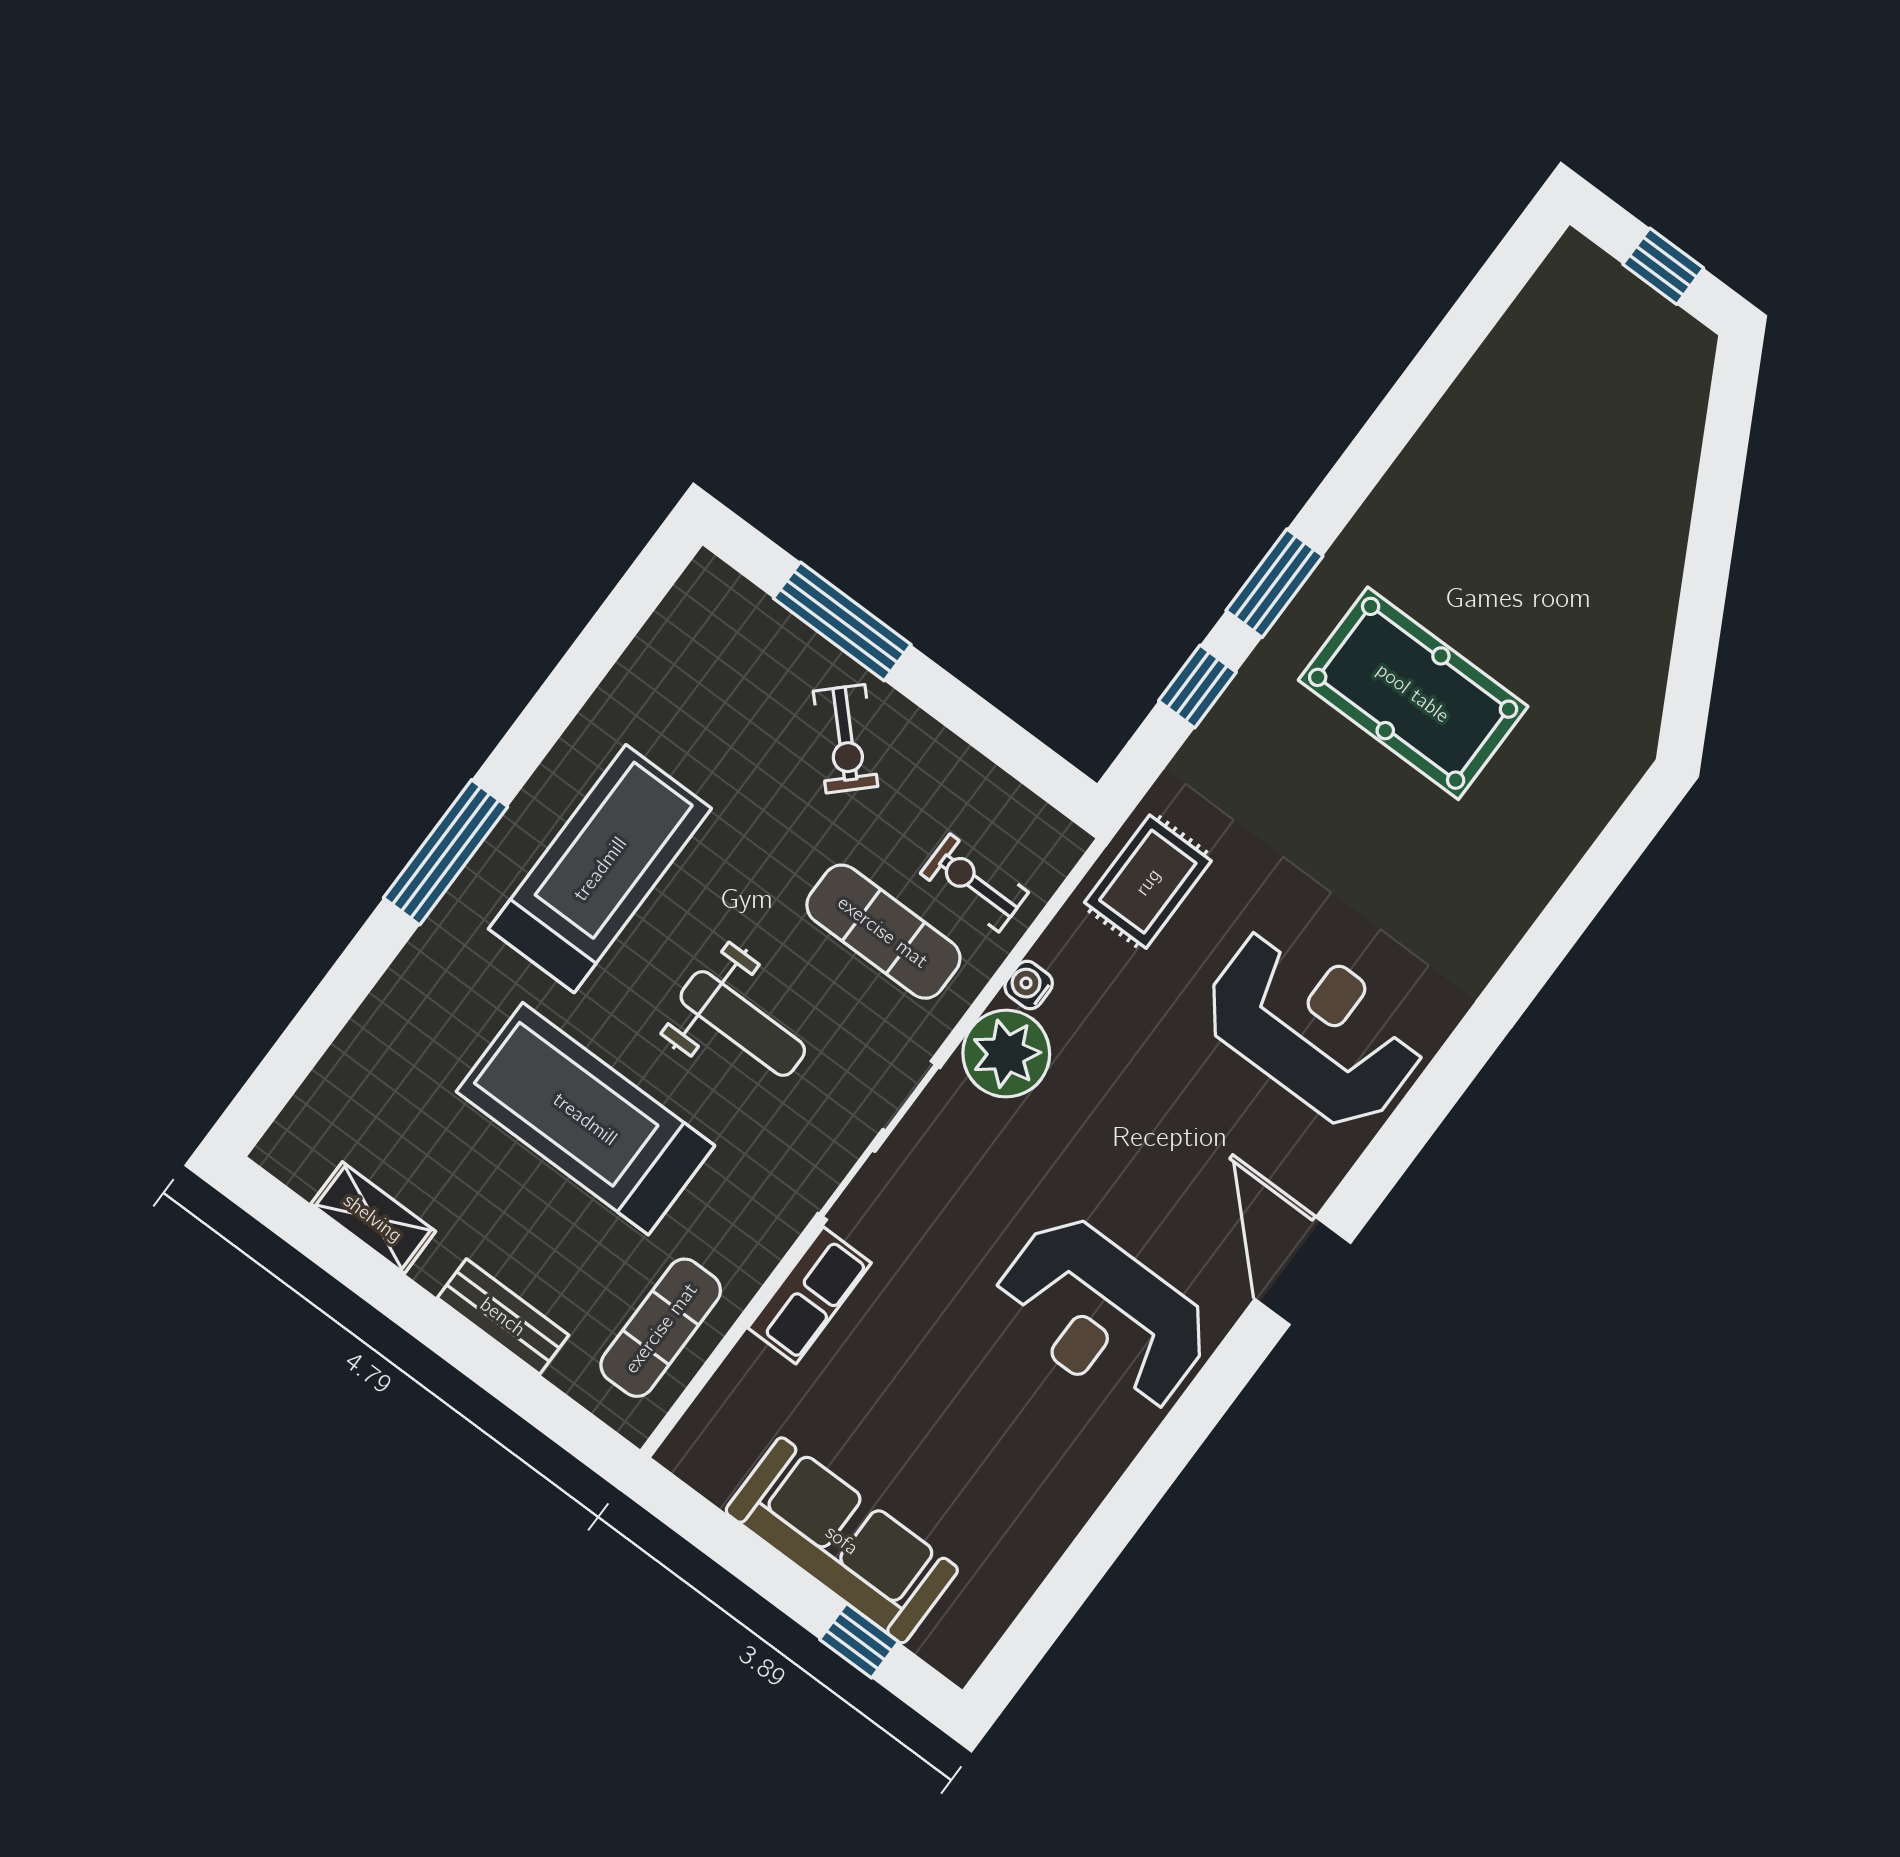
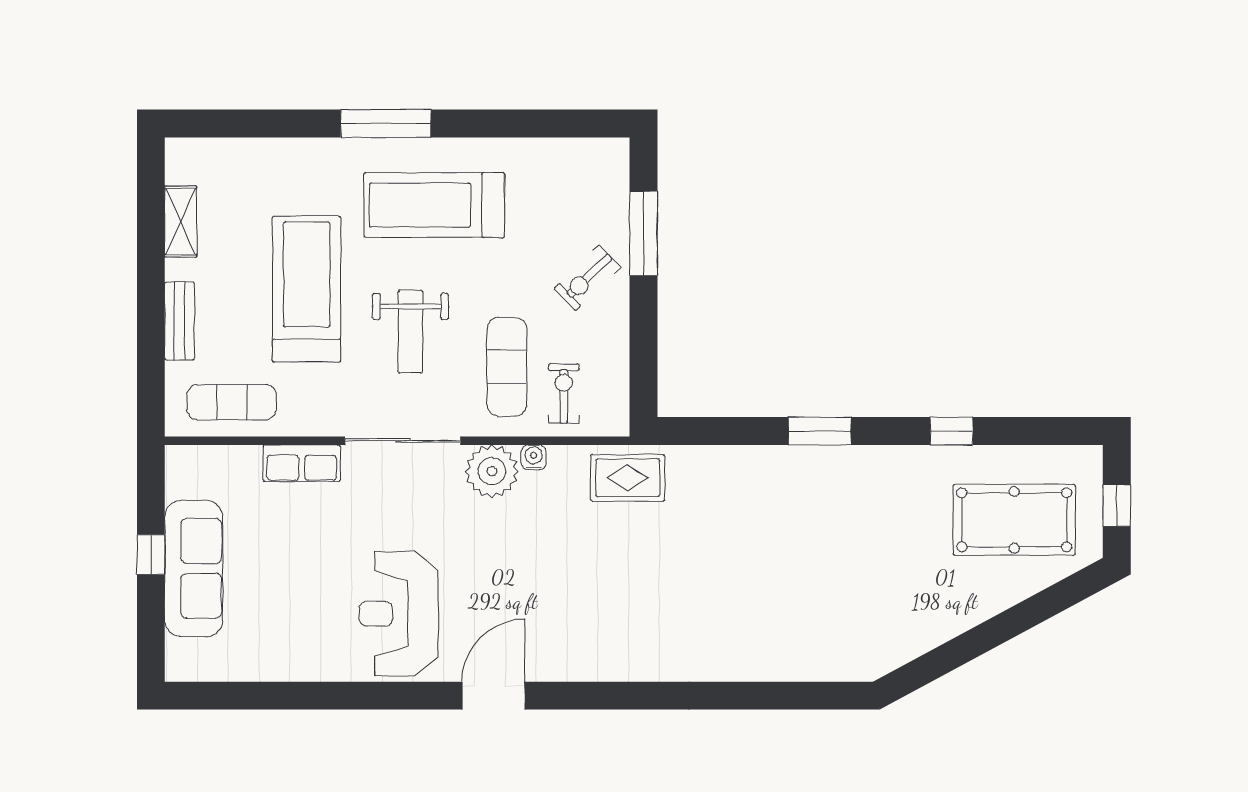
window: (1197, 686) -> (951, 431), moved
pool table: (1413, 693) -> (1014, 520), moved, turned 90
treadmill: (600, 869) -> (434, 205), turned 180
reception desk: (1314, 1027) -> (617, 612), removed
window: (859, 1641) -> (151, 555), moved

